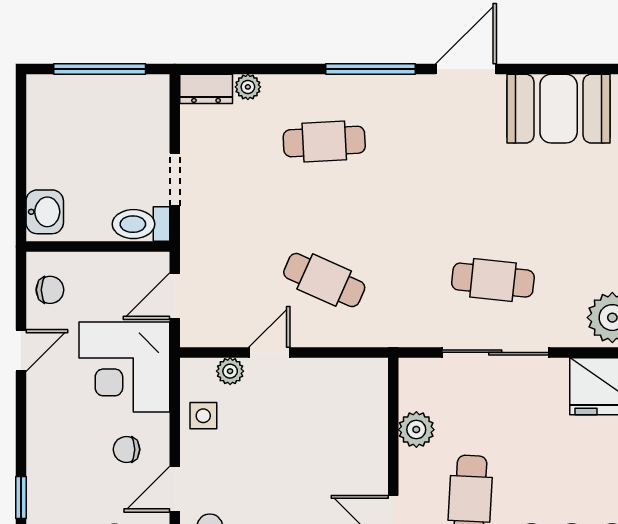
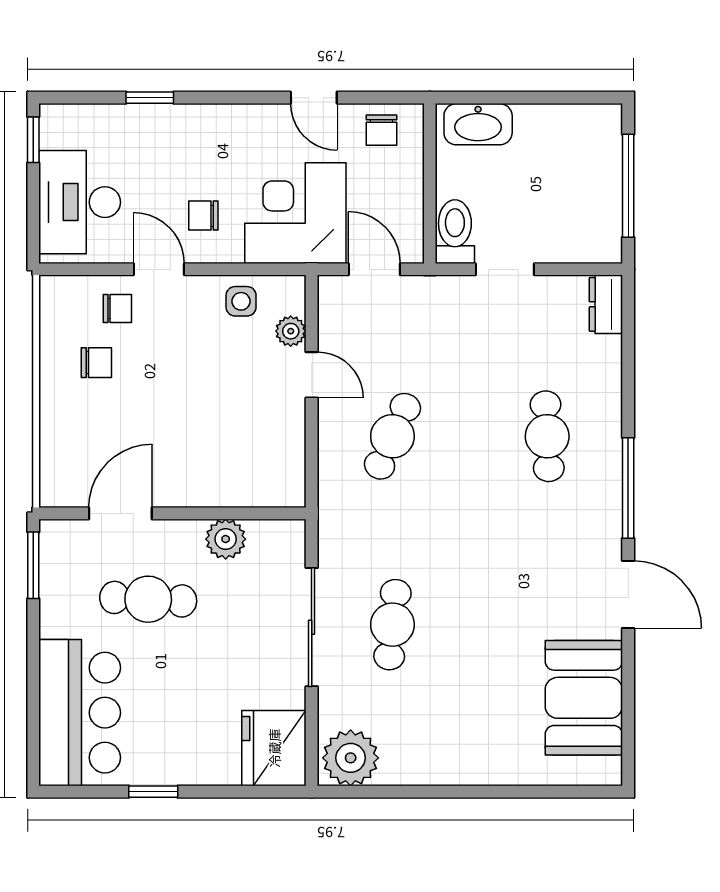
plant: (248, 87) -> (608, 351), removed
washbasin: (45, 212) -> (478, 124), width x1.38
chair: (126, 449) -> (203, 216), turned -90

